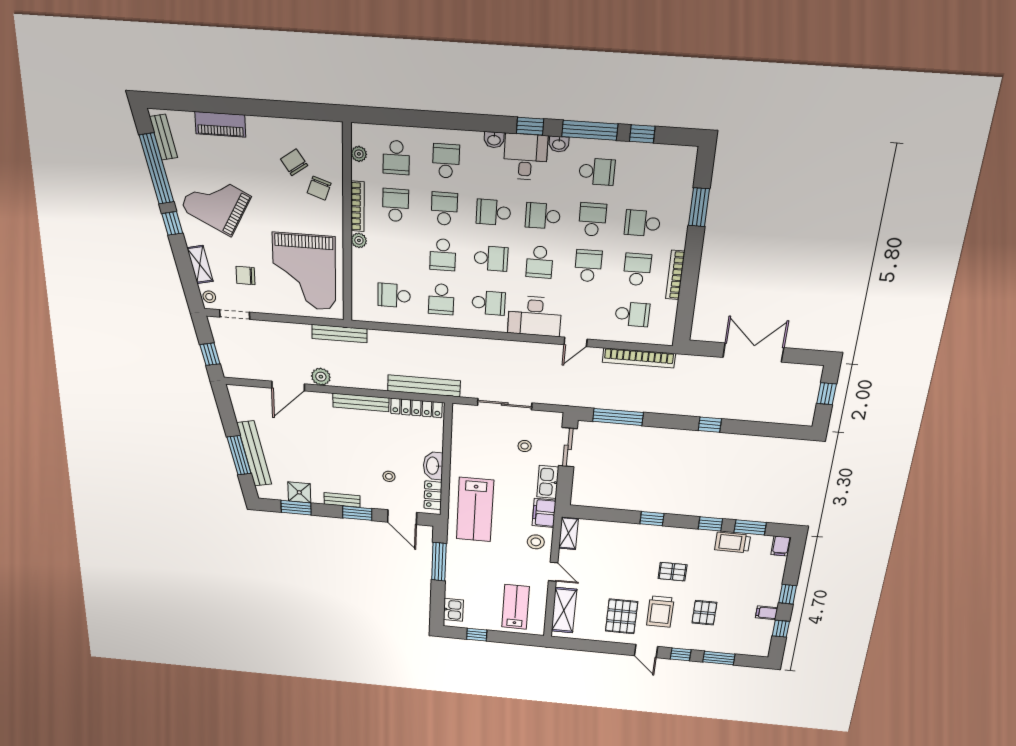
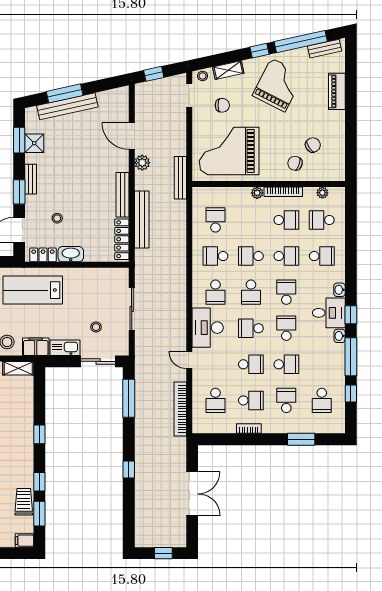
school desk: (597, 172) -> (322, 400), moved
bookcase: (675, 275) -> (249, 429), width x0.64
chair: (246, 276) -> (222, 105), turned 90
bench: (424, 386) -> (142, 220), moved

